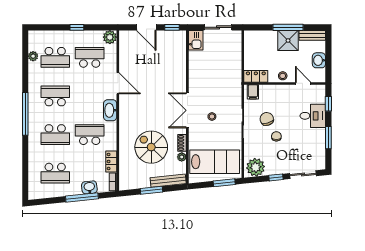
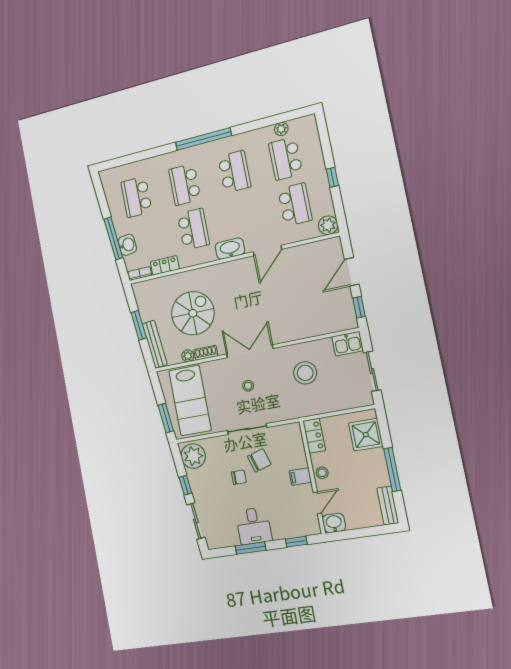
shower: (288, 41) -> (366, 435), moved
washbasin: (319, 60) -> (334, 523), moved
stool: (210, 74) -> (305, 373), added
filing cabinet: (253, 92) -> (300, 477), moved
desk: (313, 116) -> (254, 526), moved

